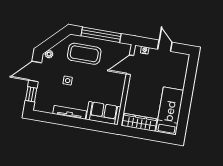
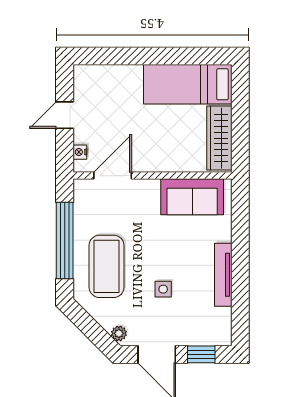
door: (130, 65) -> (113, 176), swing flipped
sofa: (103, 113) -> (192, 197), moved, turned -90

